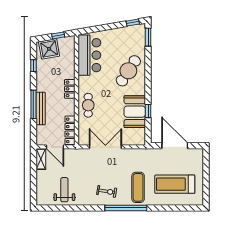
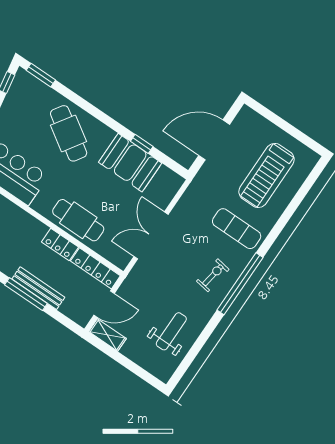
locker: (70, 89) -> (60, 245), moved
cafe table: (88, 105) -> (78, 220), width x1.37, depth x1.35
weight bench: (64, 190) -> (171, 331), turned 90
window: (126, 208) -> (240, 284), moved

